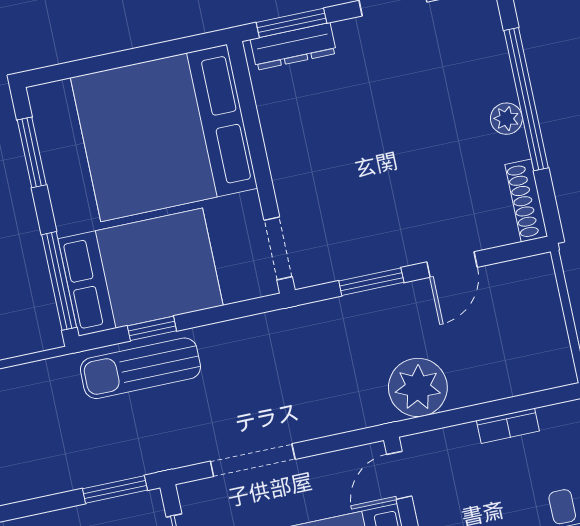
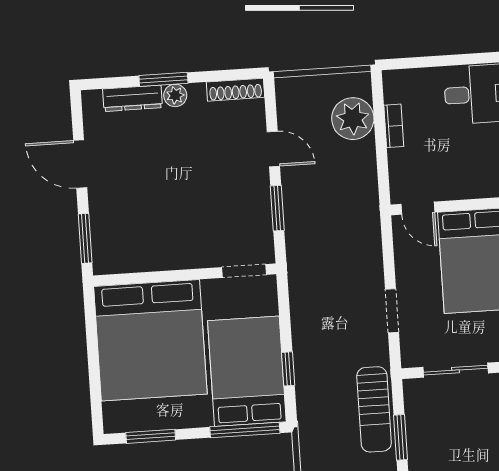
dresser: (293, 46) -> (133, 98), moved, turned 90
window: (526, 99) -> (163, 79), width x0.47
sun lounger: (140, 368) -> (374, 409), moved
plant: (418, 387) -> (353, 119), moved
doorway: (253, 460) -> (392, 311), width x0.73
window: (115, 489) -> (400, 437), moved

